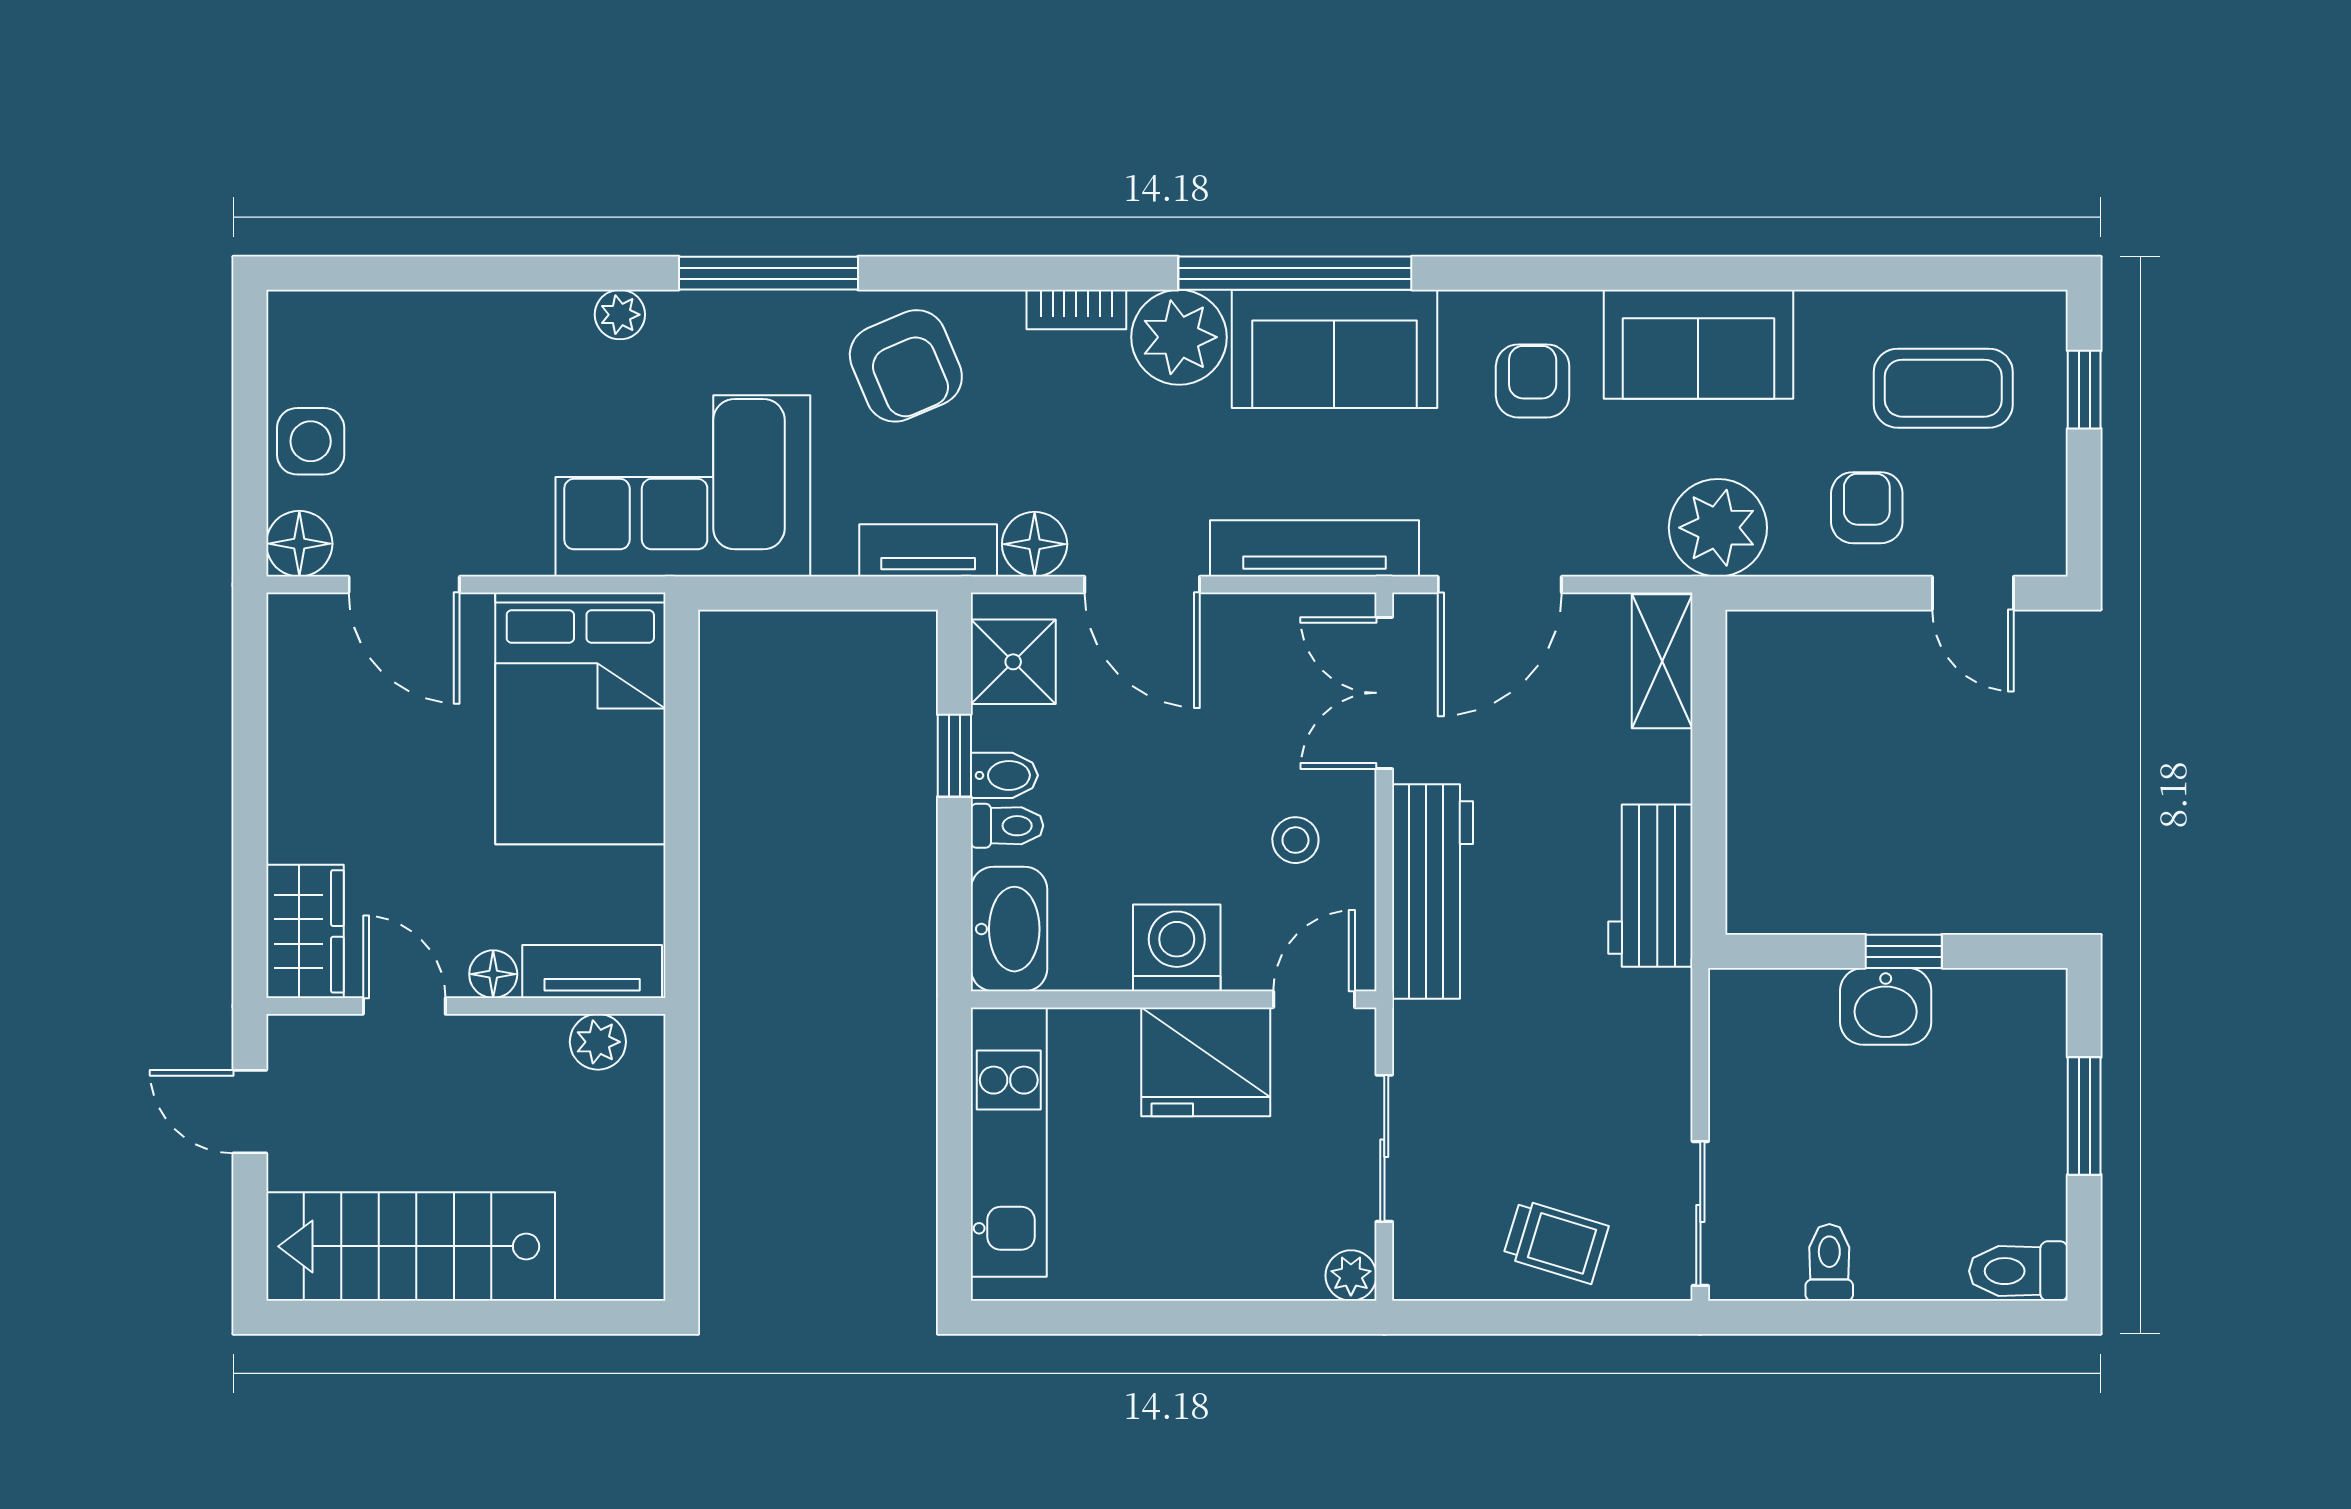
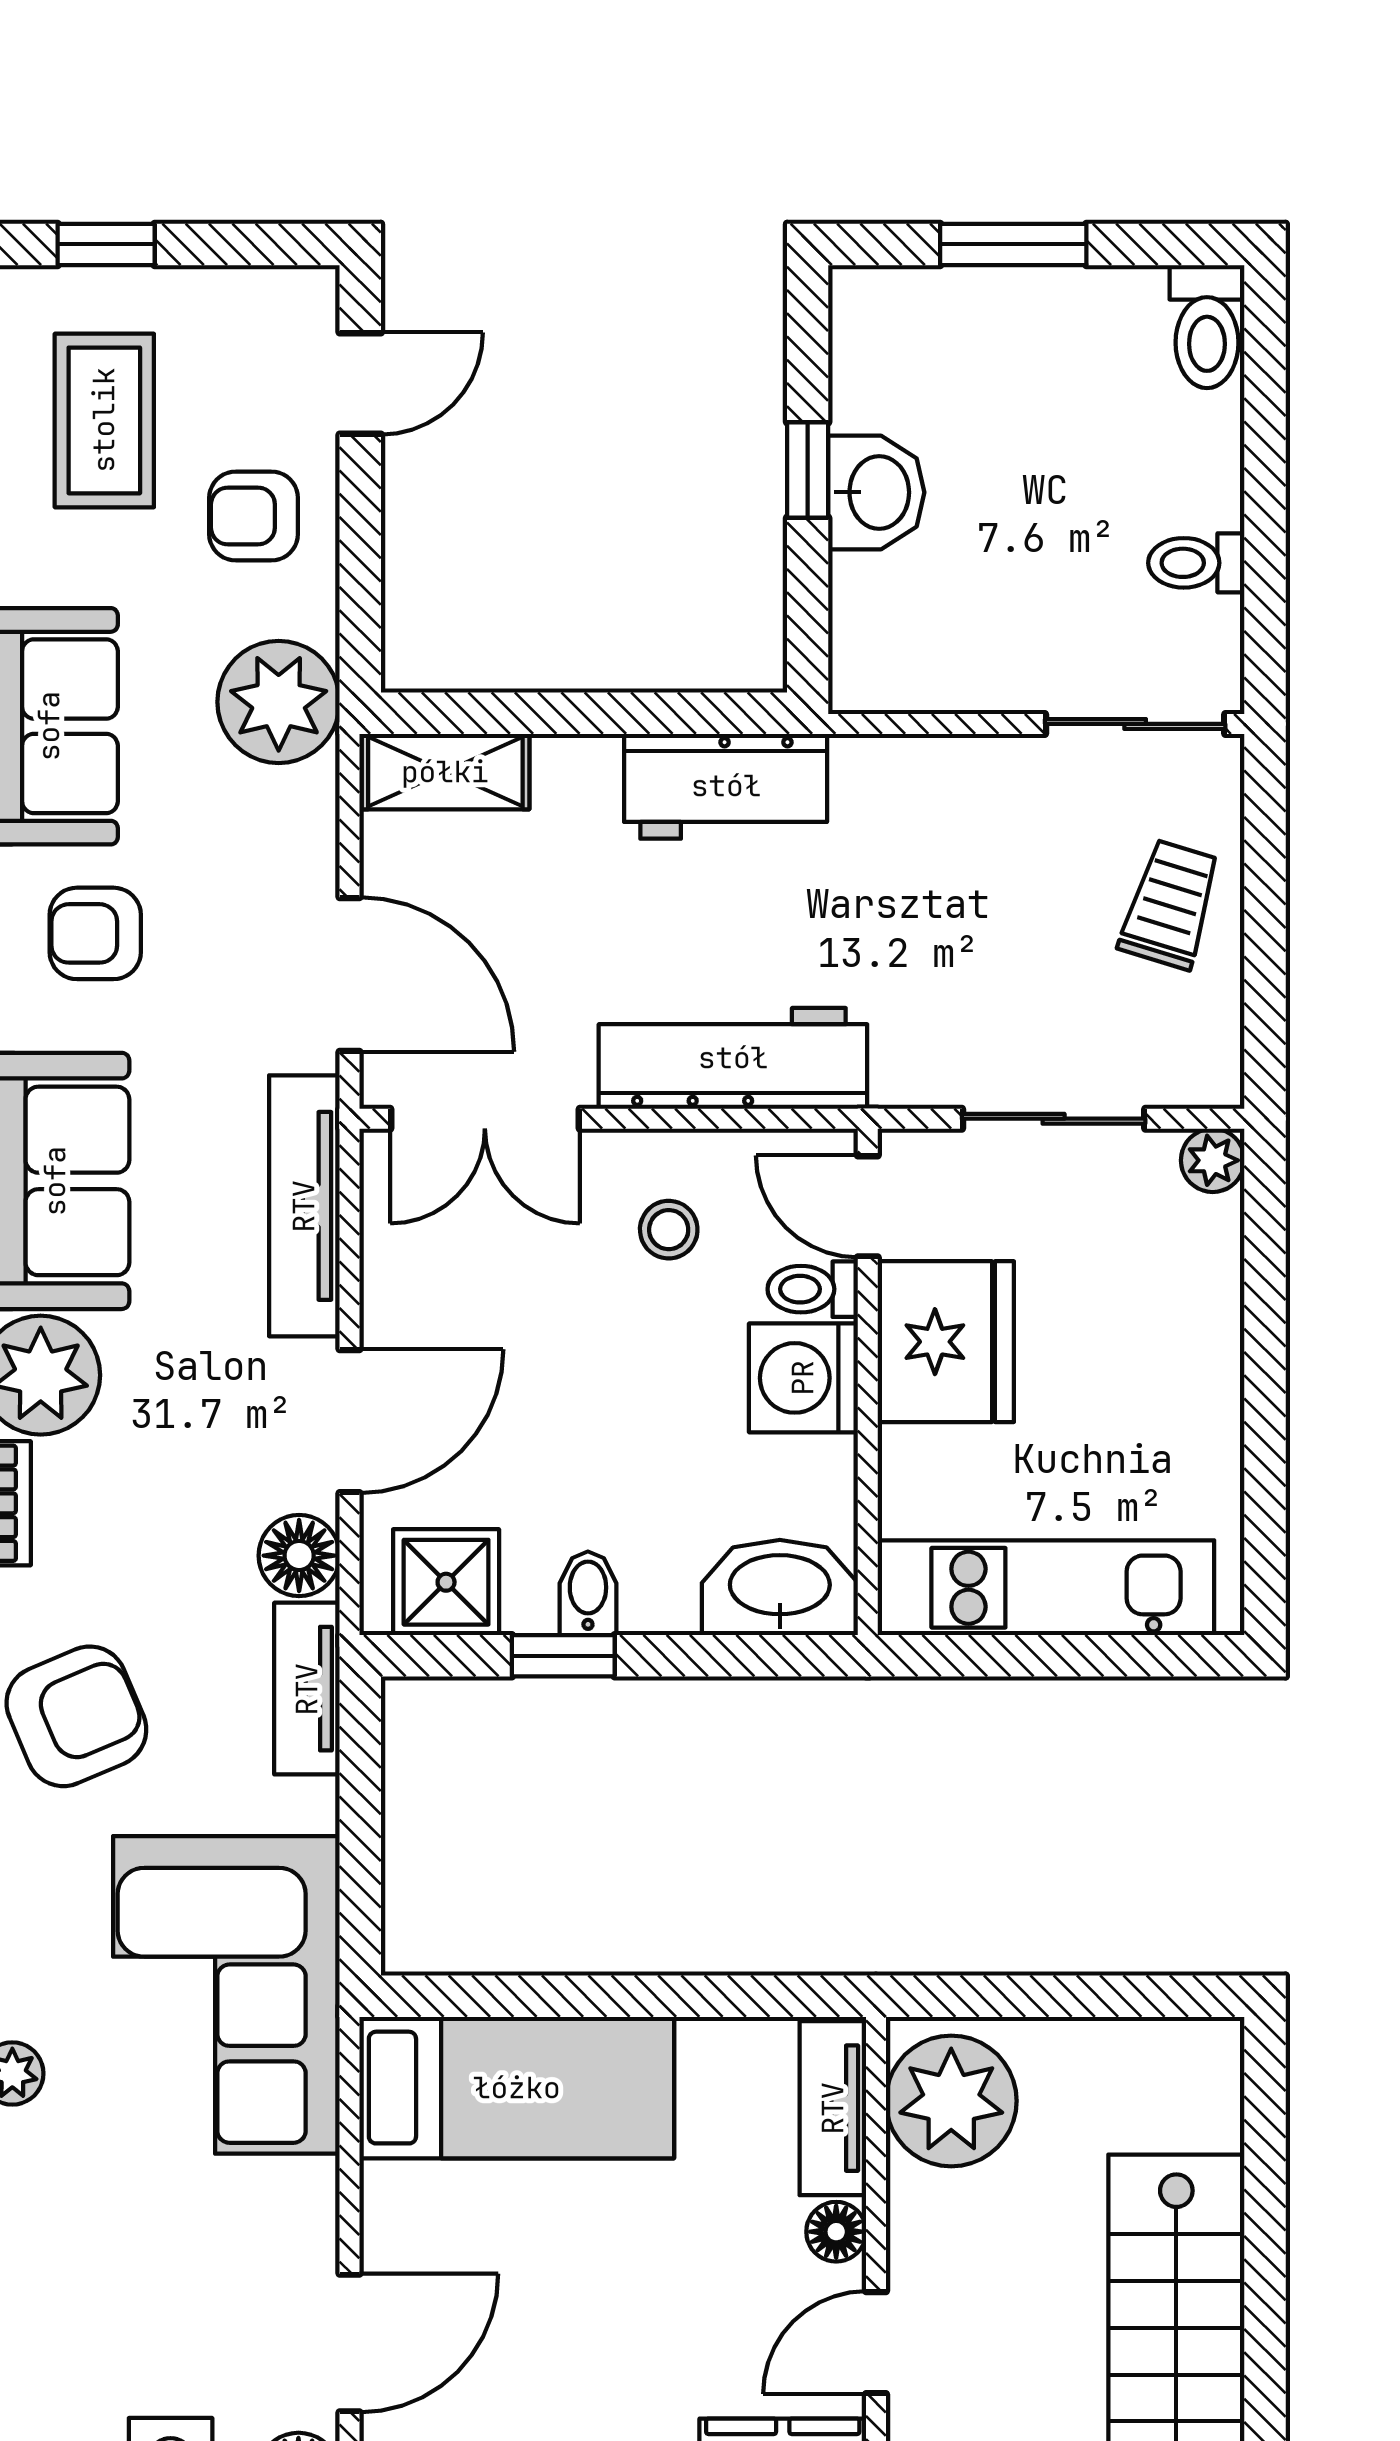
bed: (580, 718) -> (517, 2088), width x0.67
toilet: (1007, 826) -> (813, 1289), moved, turned -90
plant: (598, 1042) -> (951, 2101), width x1.88, depth x1.88

